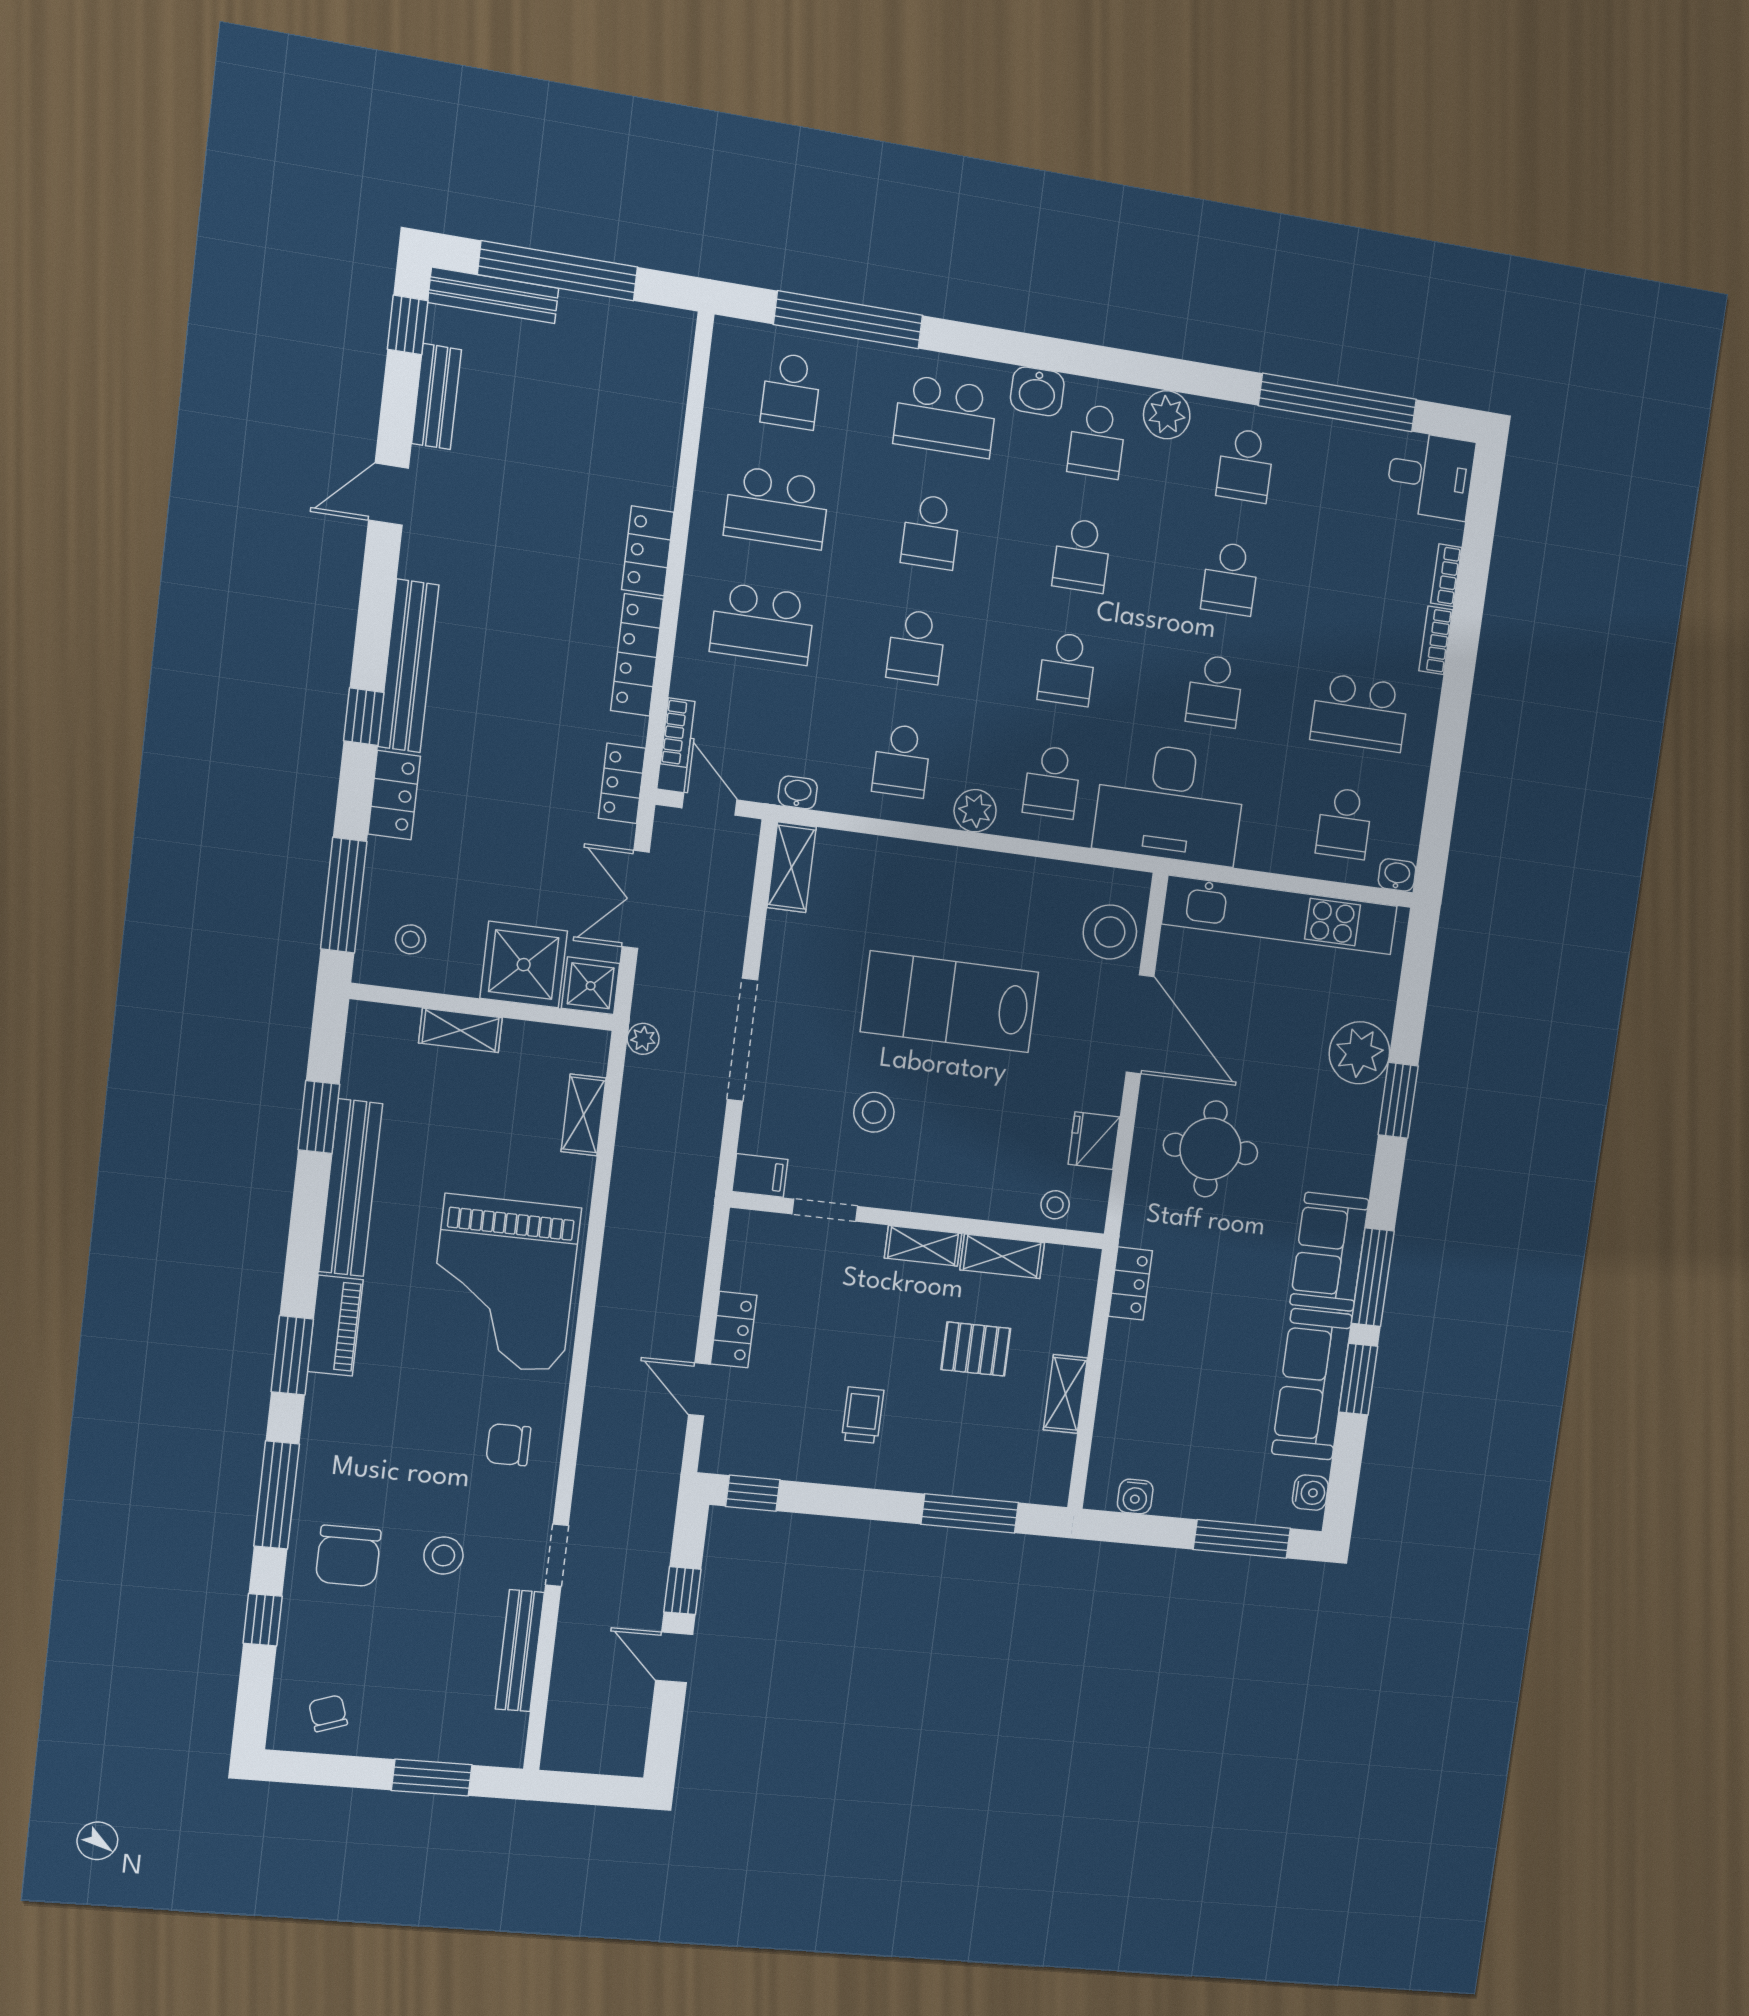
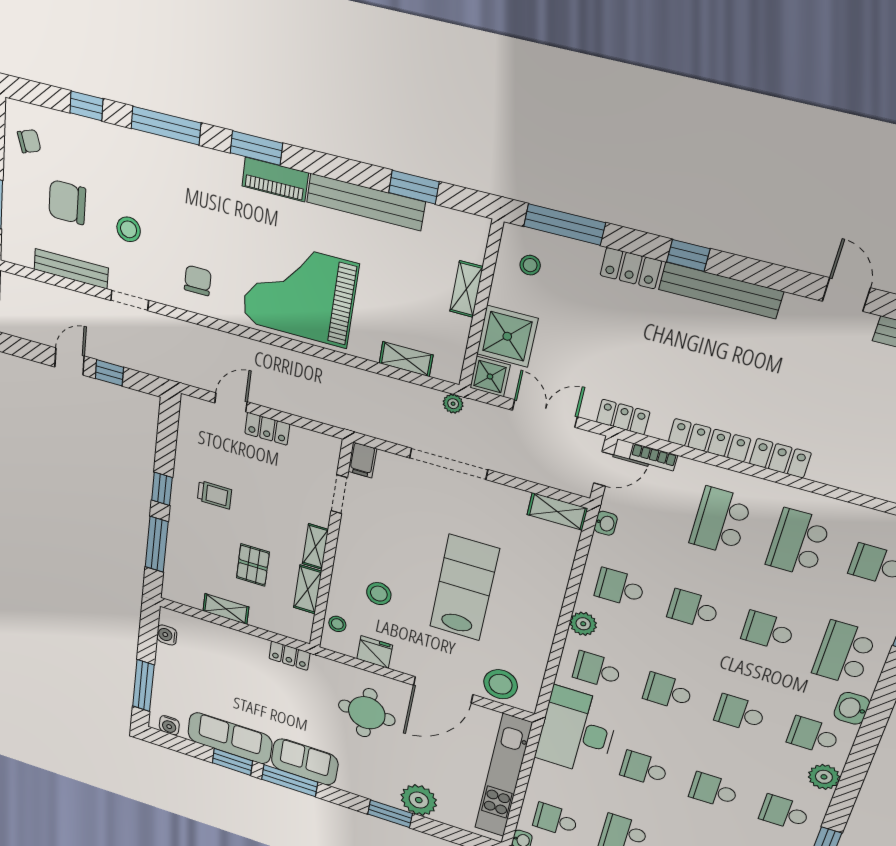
stool: (874, 1112) -> (379, 594), moved
window: (753, 1493) -> (162, 489), moved
chair: (348, 1556) -> (67, 202), moved

